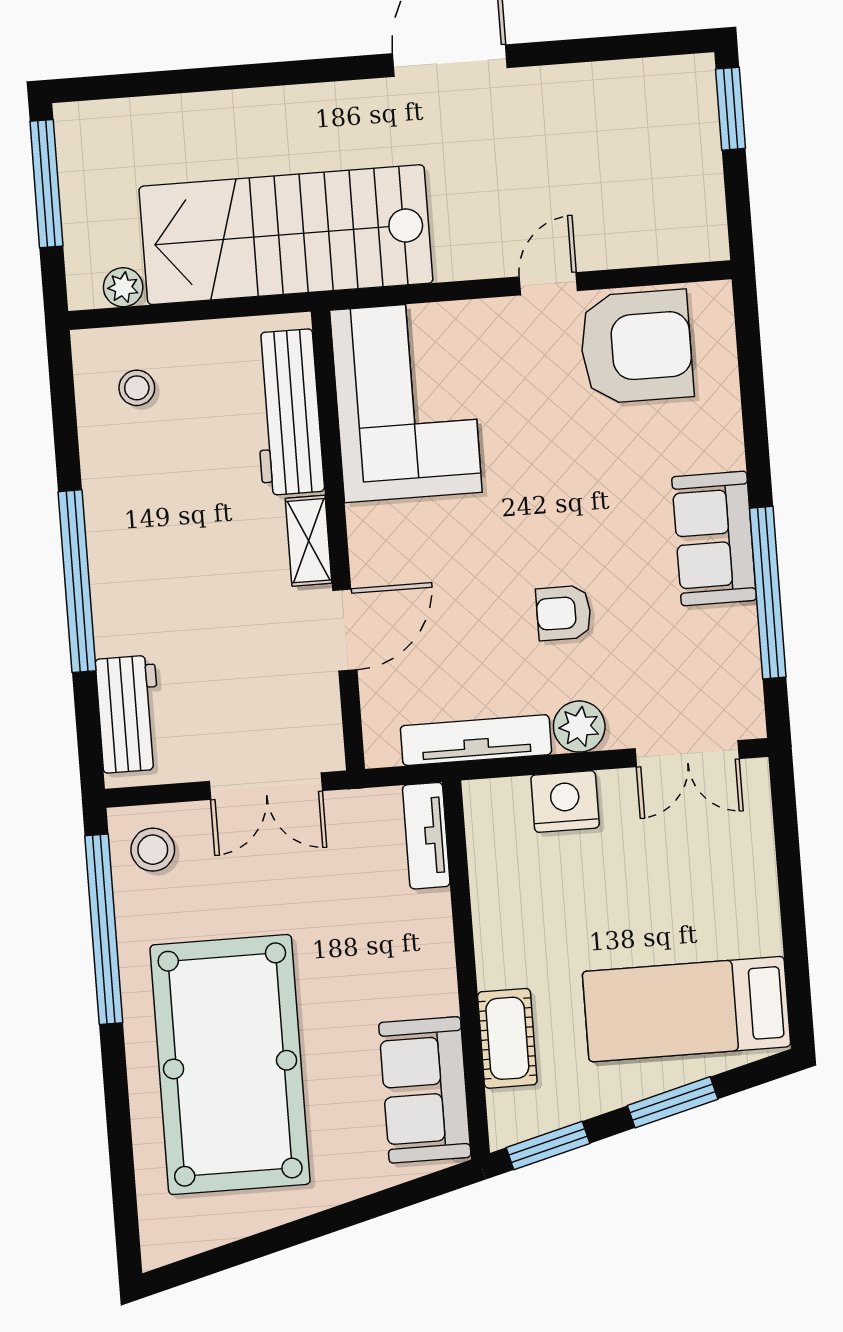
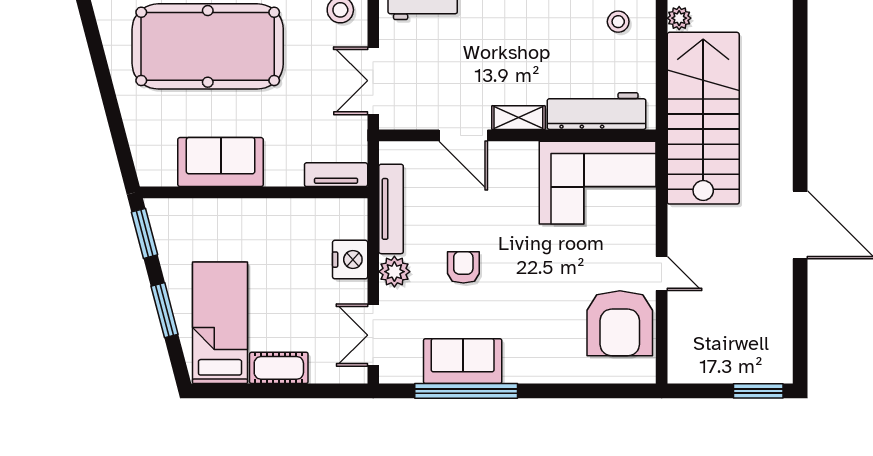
sofa: (714, 538) -> (463, 361), moved
cot: (507, 1038) -> (279, 368), moved
sofa: (425, 1090) -> (221, 162), moved

